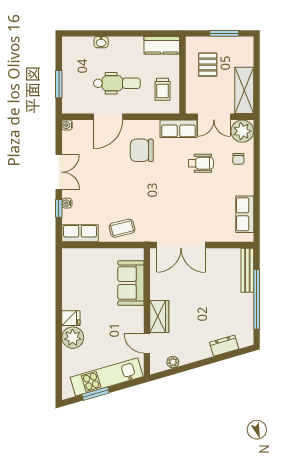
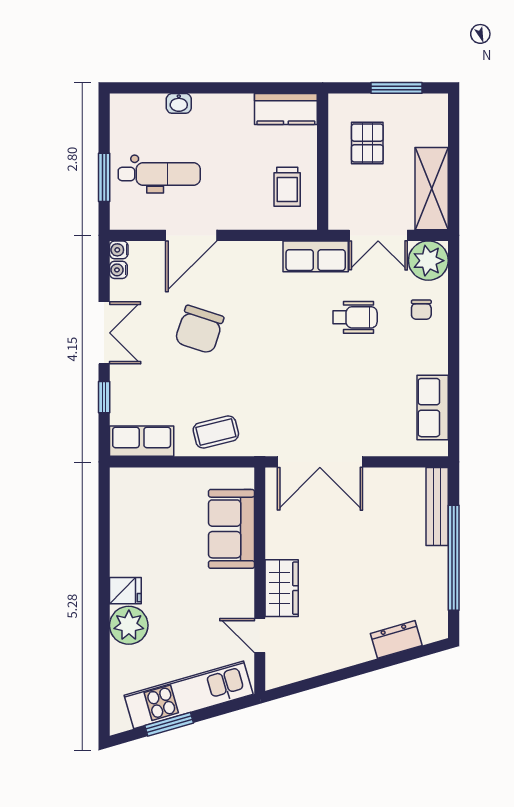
dental chair: (117, 83) -> (159, 174), moved
chair: (142, 150) -> (199, 329), moved, turned -72
water cooler: (67, 203) -> (118, 270), moved
plant: (173, 362) -> (306, 668), removed

